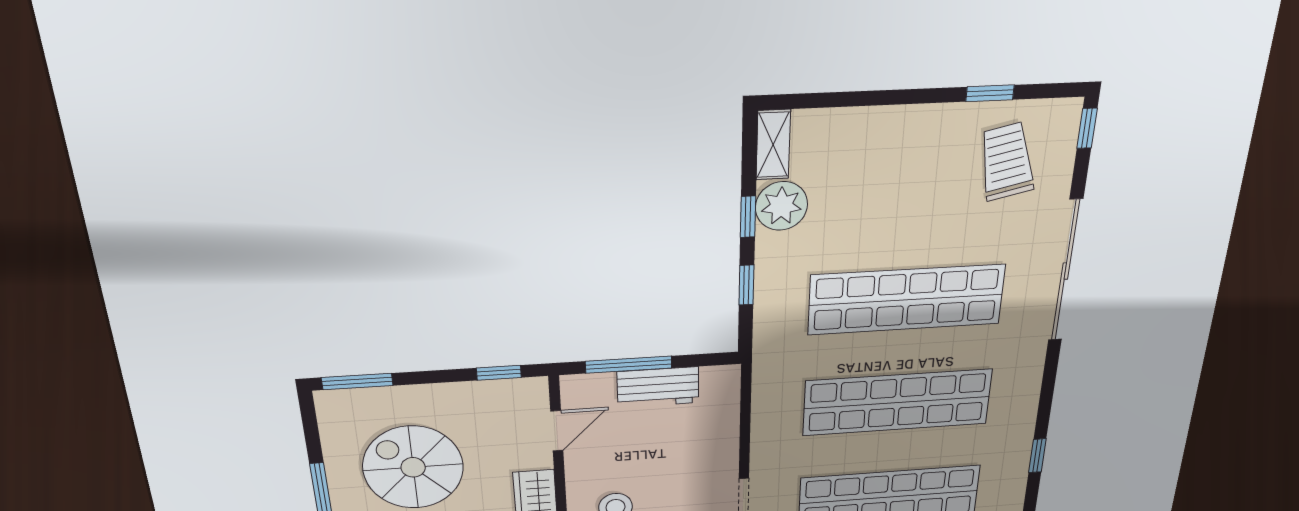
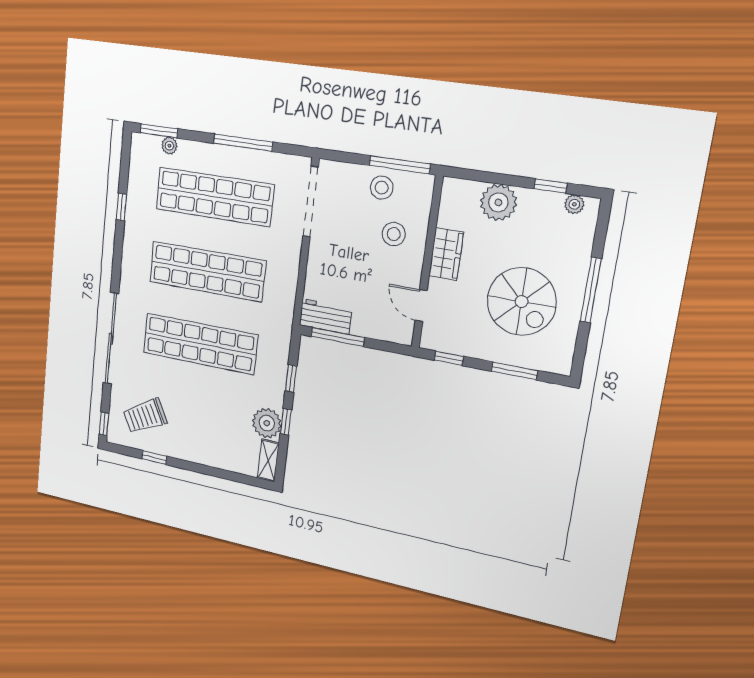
trolley: (1007, 162) -> (145, 416), turned 75
window: (629, 365) -> (338, 337), moved
window: (357, 382) -> (514, 371), moved
workbench: (658, 387) -> (326, 316), moved
door: (557, 431) -> (421, 306), hinge flipped

